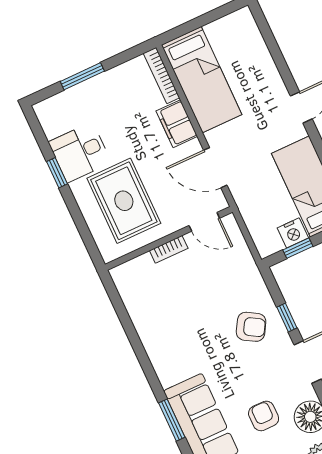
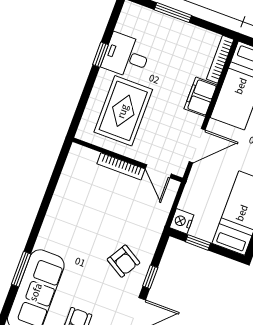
door: (215, 168) -> (197, 146), swing flipped
nightstand: (293, 233) -> (182, 221), moved, turned 90
bookcase: (169, 249) -> (121, 166), width x1.56

